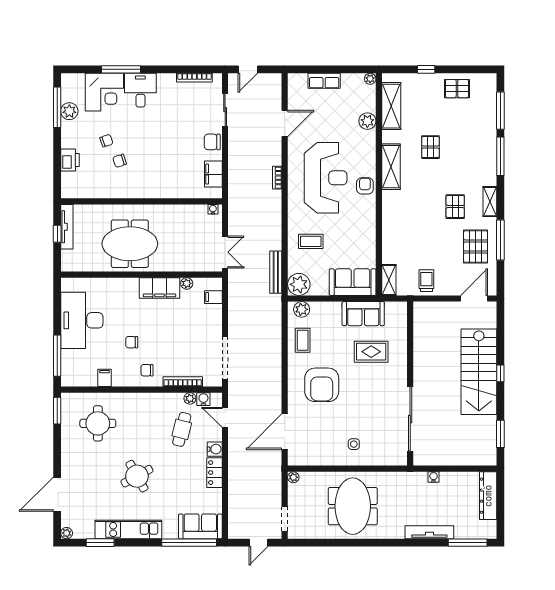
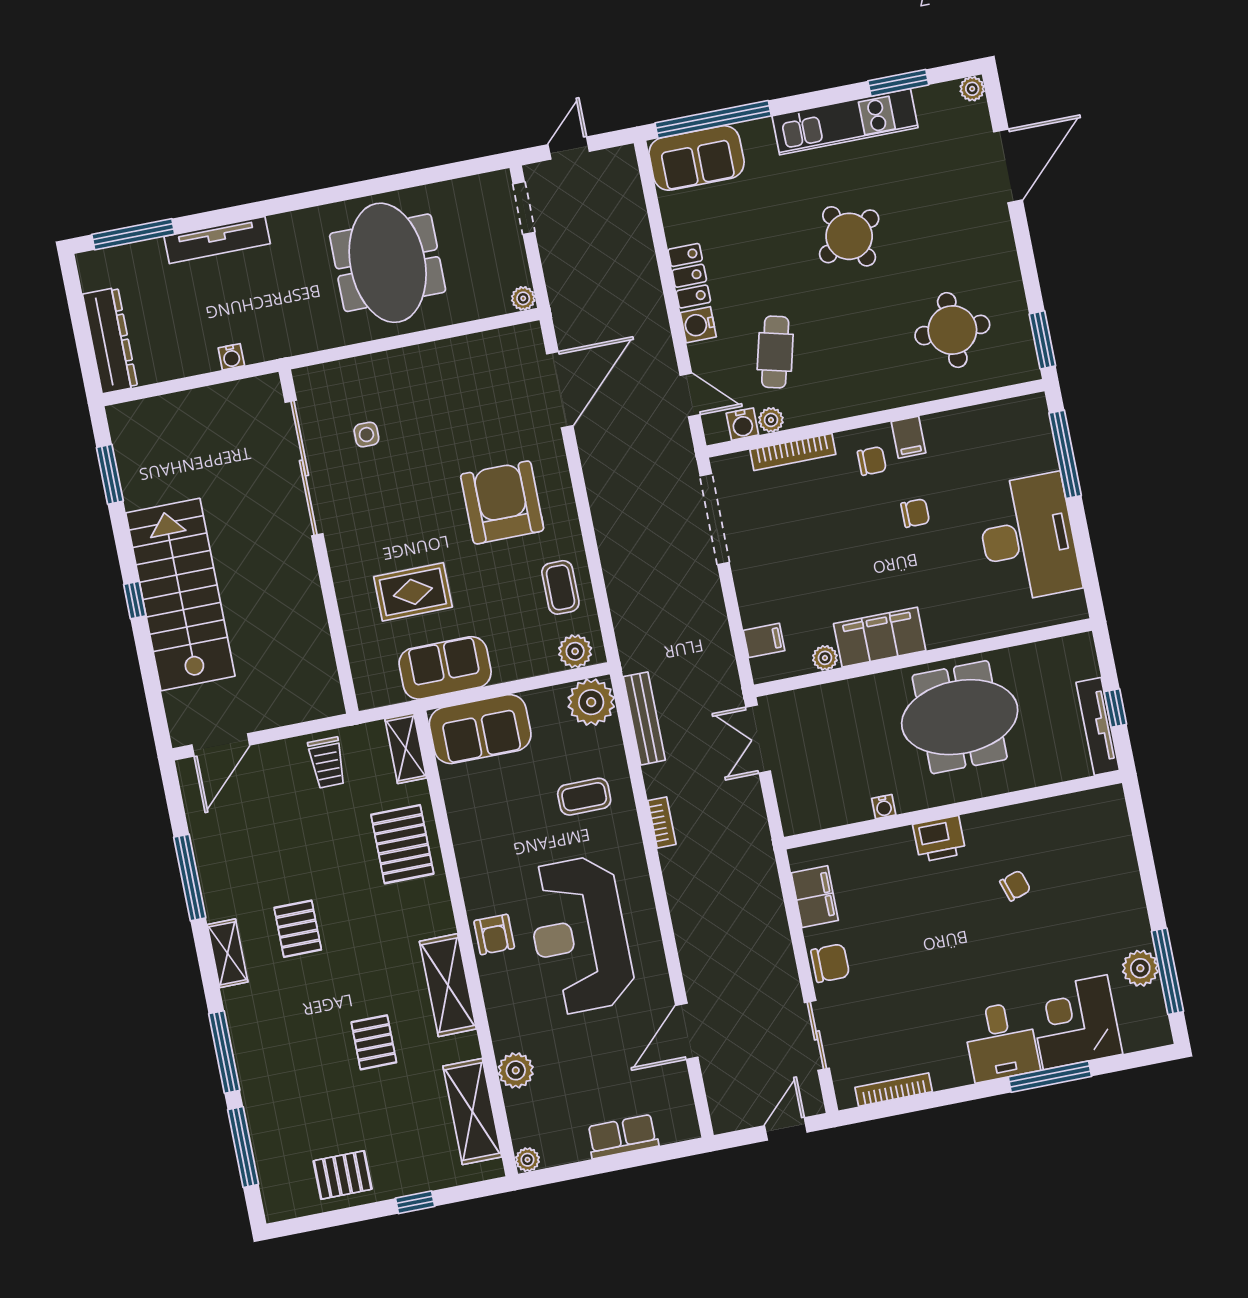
chair: (106, 141) -> (1051, 922), removed
printer: (70, 160) -> (939, 839), moved, turned -90
bookcase: (277, 178) -> (662, 822), moved
water cooler: (213, 209) -> (884, 807), moved
pallet: (476, 247) -> (402, 844), moved
filing cabinet: (104, 378) -> (909, 437), moved
side table: (354, 444) -> (366, 435), moved

